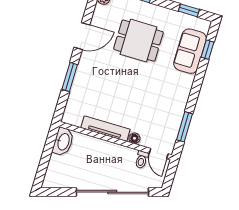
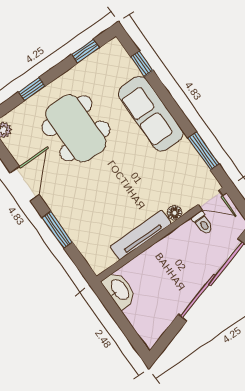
dining table: (138, 41) -> (76, 128), width x1.38
sofa: (190, 51) -> (151, 114), moved, width x1.36

